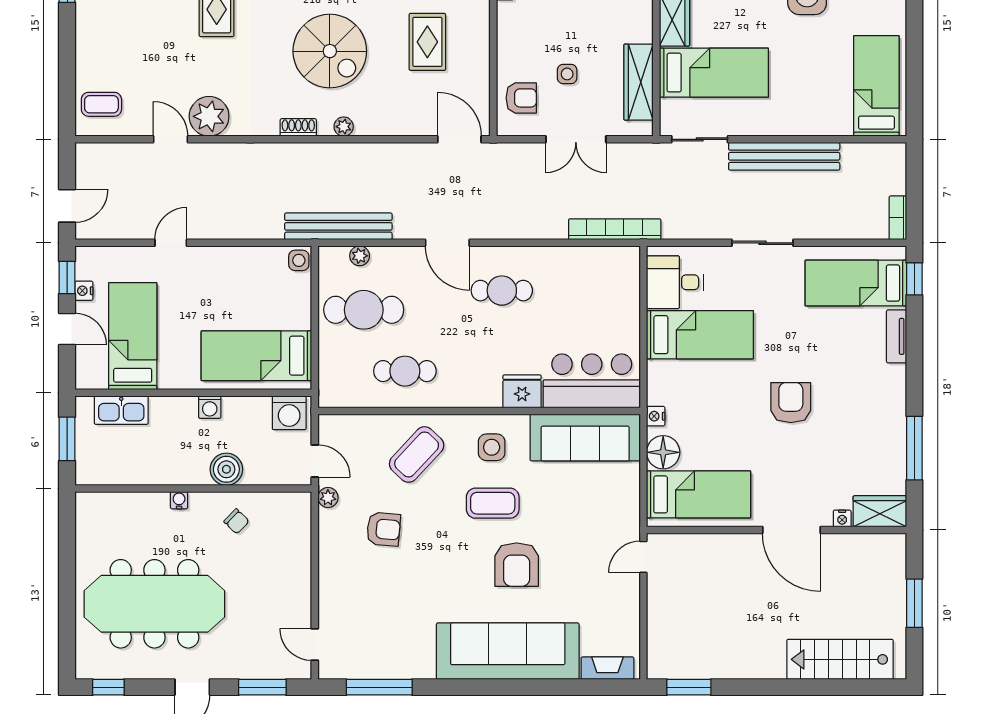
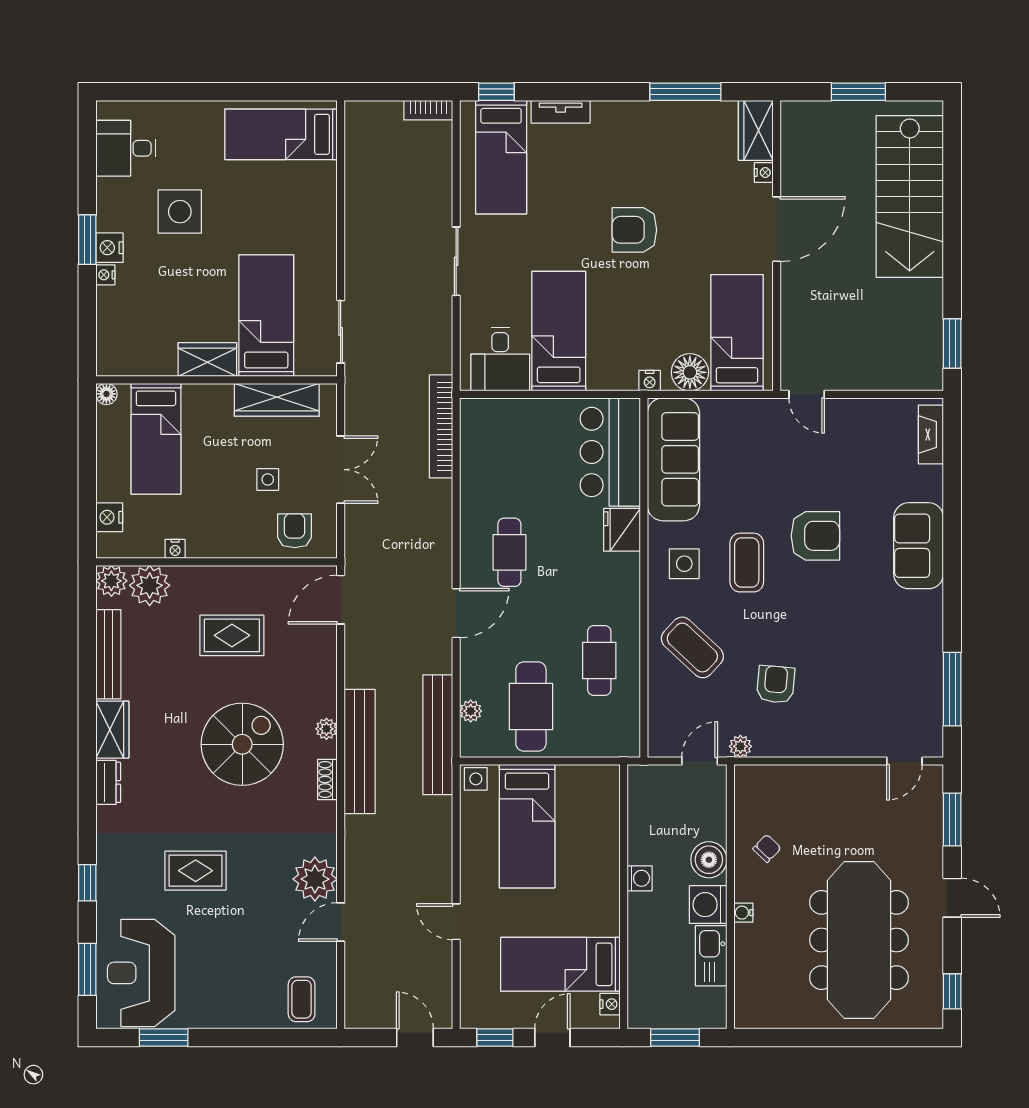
bench: (784, 156) -> (360, 752), moved
nightstand: (84, 291) -> (610, 1004), moved, turned -90
bed: (256, 356) -> (527, 826), moved
kitchen sink: (121, 410) -> (711, 956), moved, turned 180
washing machine: (289, 413) -> (708, 905), moved, turned 180
sofa: (508, 651) -> (919, 546), width x0.54, depth x0.79
stairs: (840, 659) -> (910, 196), width x1.36, depth x1.51

